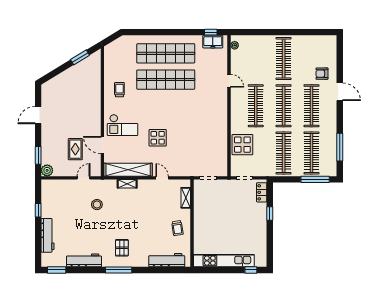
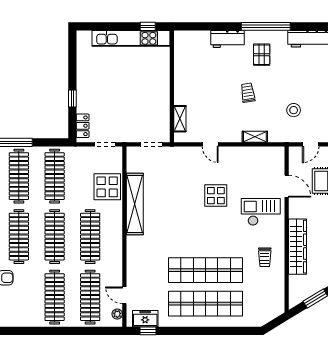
clothes rail: (256, 59) -> (90, 297), added
door: (229, 81) -> (124, 295), moved
wardrobe: (94, 98) -> (297, 247), added
shelving: (128, 170) -> (135, 204), moved, turned 90
trolley: (177, 228) -> (248, 93), moved
workbench: (167, 260) -> (227, 39), moved, width x0.73
window: (119, 270) -> (266, 26), width x1.46
window: (251, 270) -> (148, 26), moved

